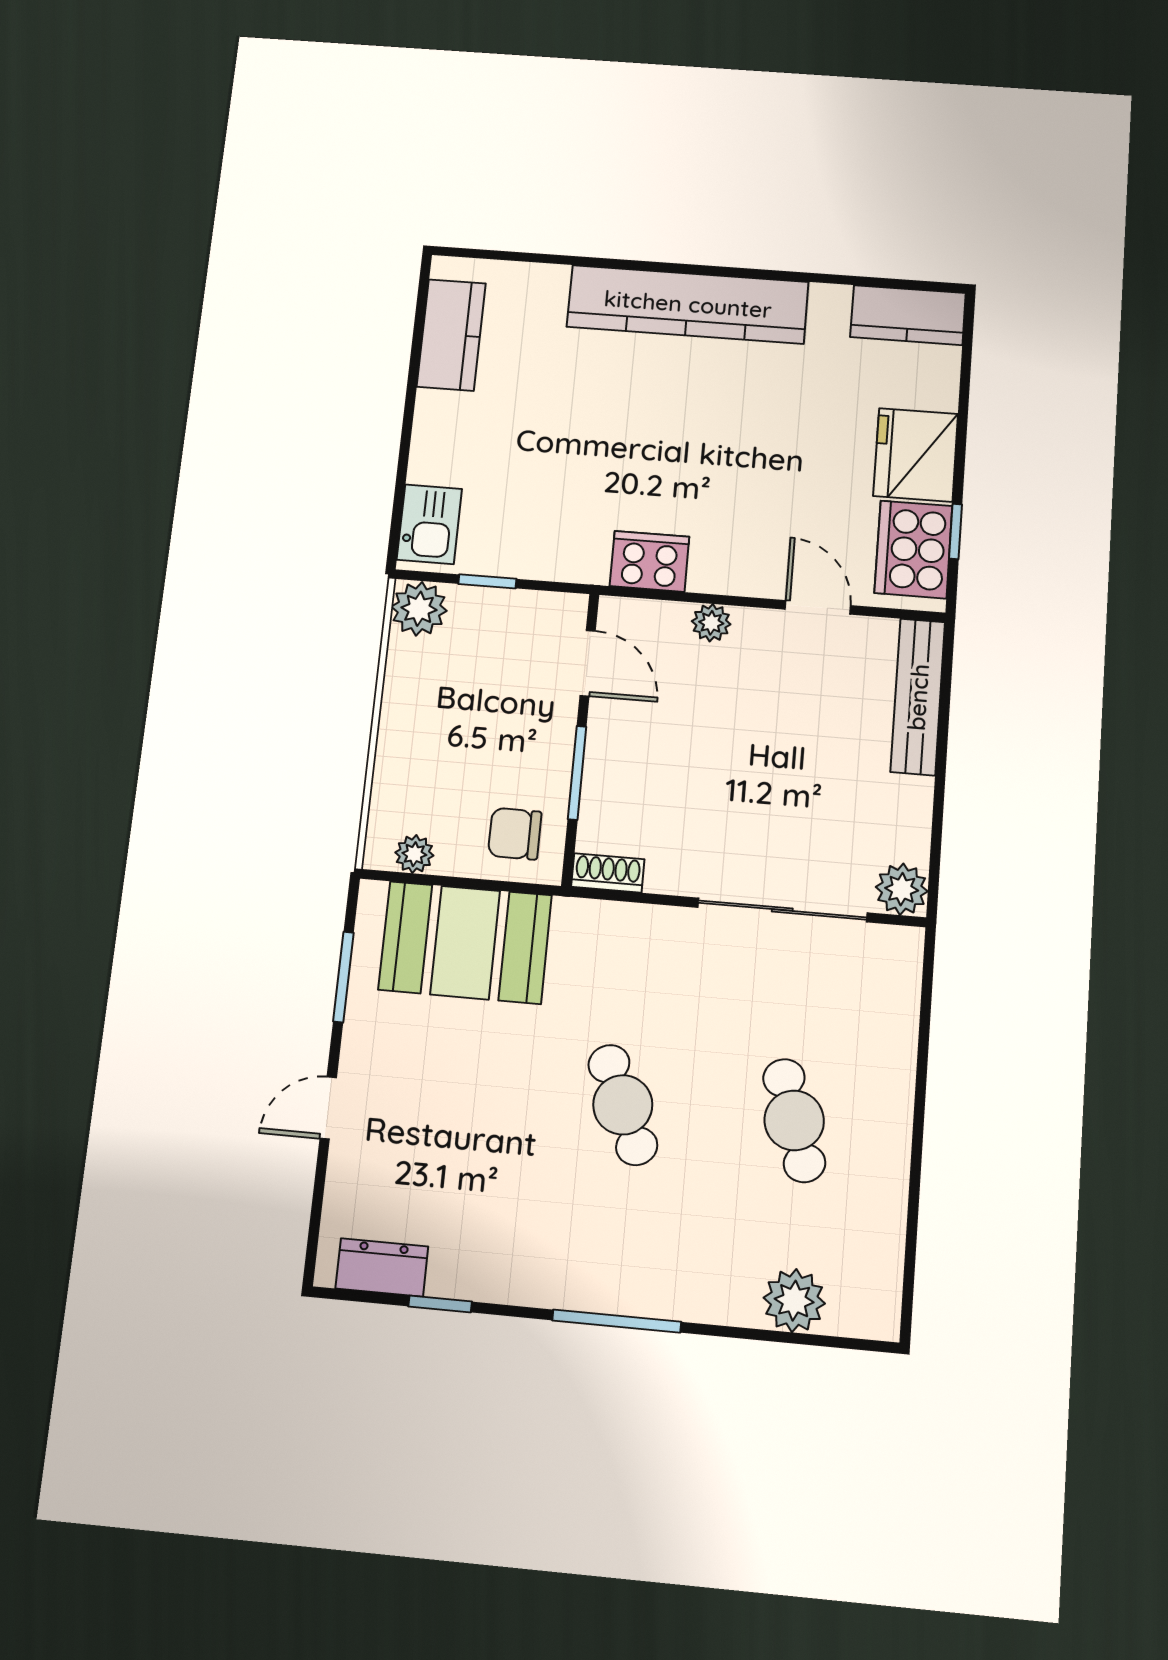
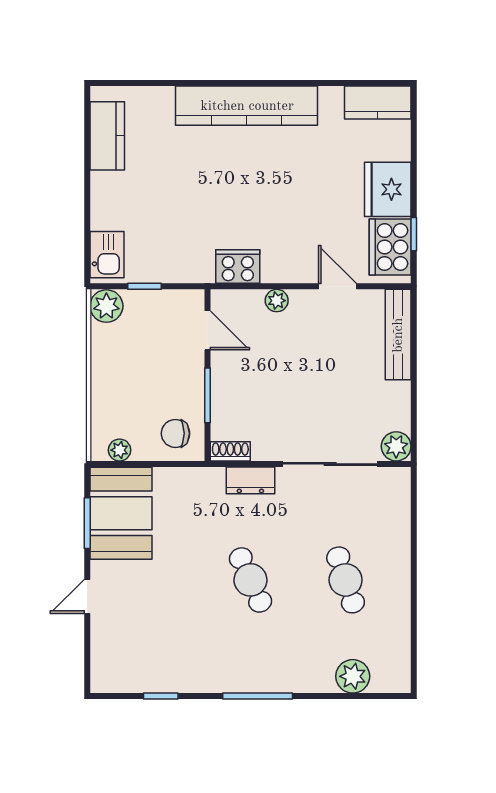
booth: (465, 942) -> (121, 513), moved, turned 90
dresser: (382, 1267) -> (250, 480), moved, turned 180

